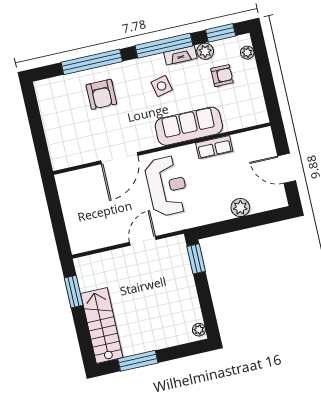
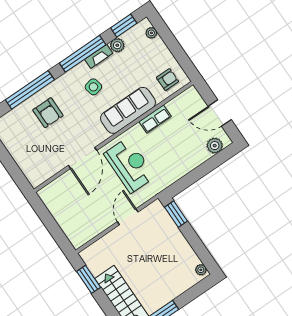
armchair: (222, 76) -> (168, 80), moved
plant: (240, 208) -> (215, 146), moved

